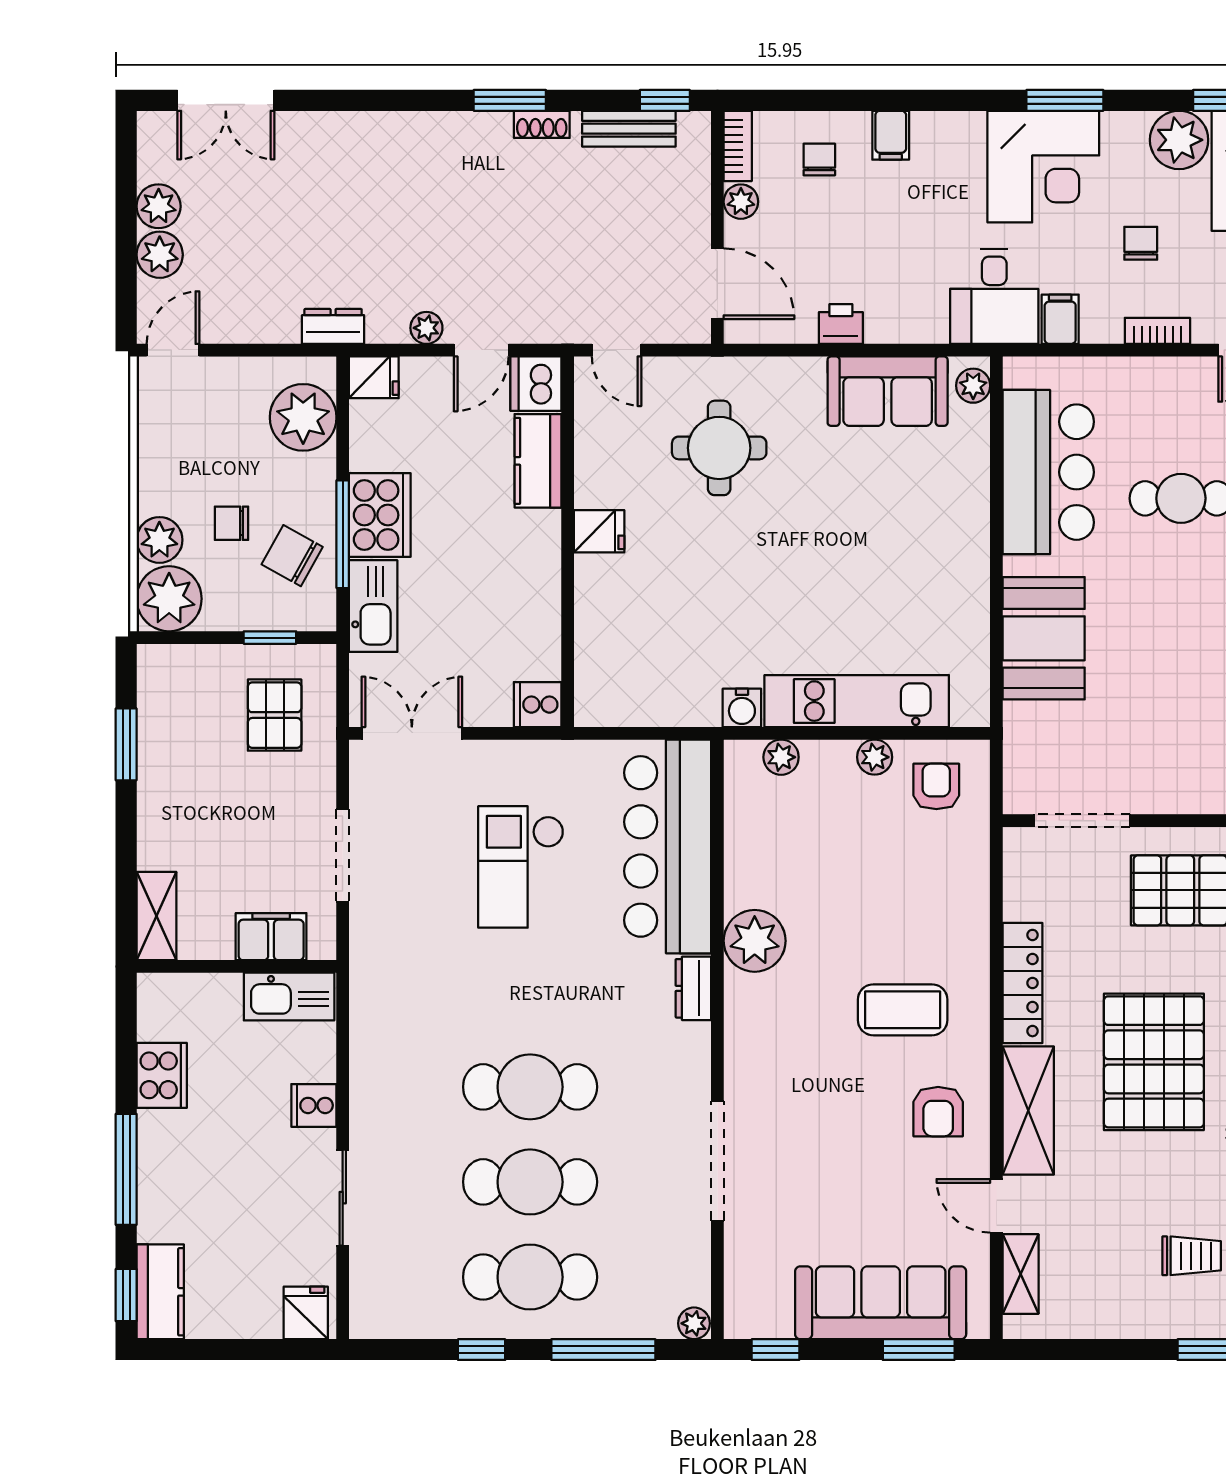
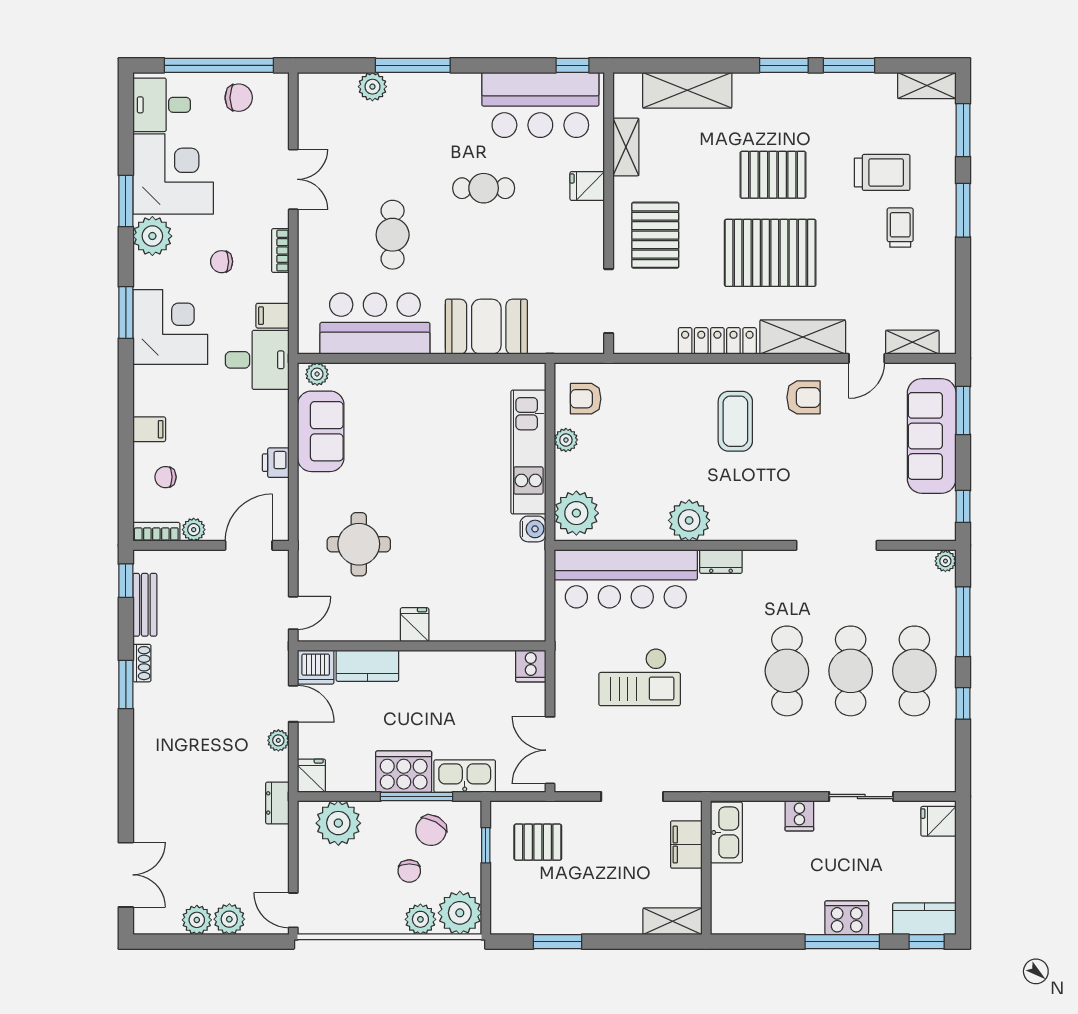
plant: (781, 757) -> (576, 513), width x1.87, depth x1.87
cooker: (162, 1075) -> (847, 918), moved

